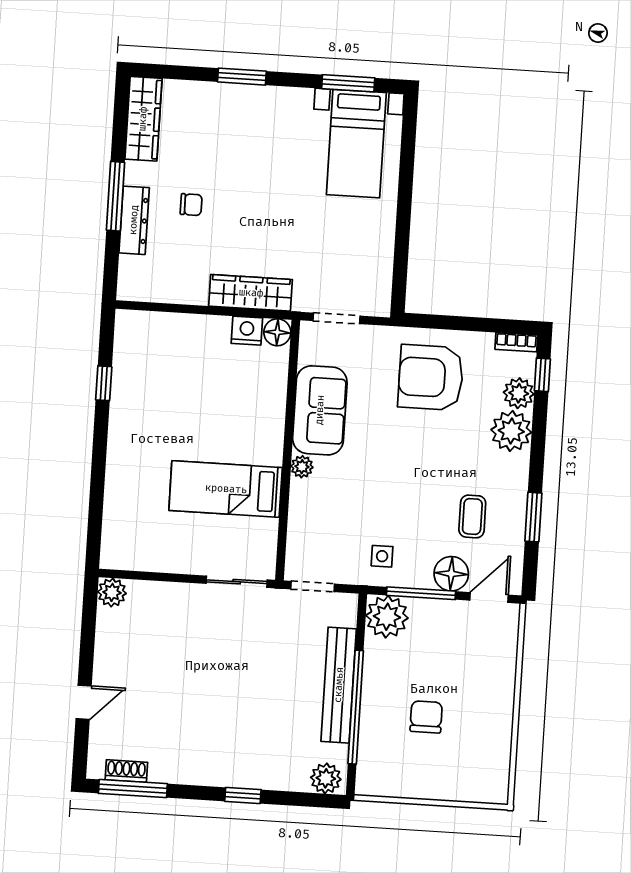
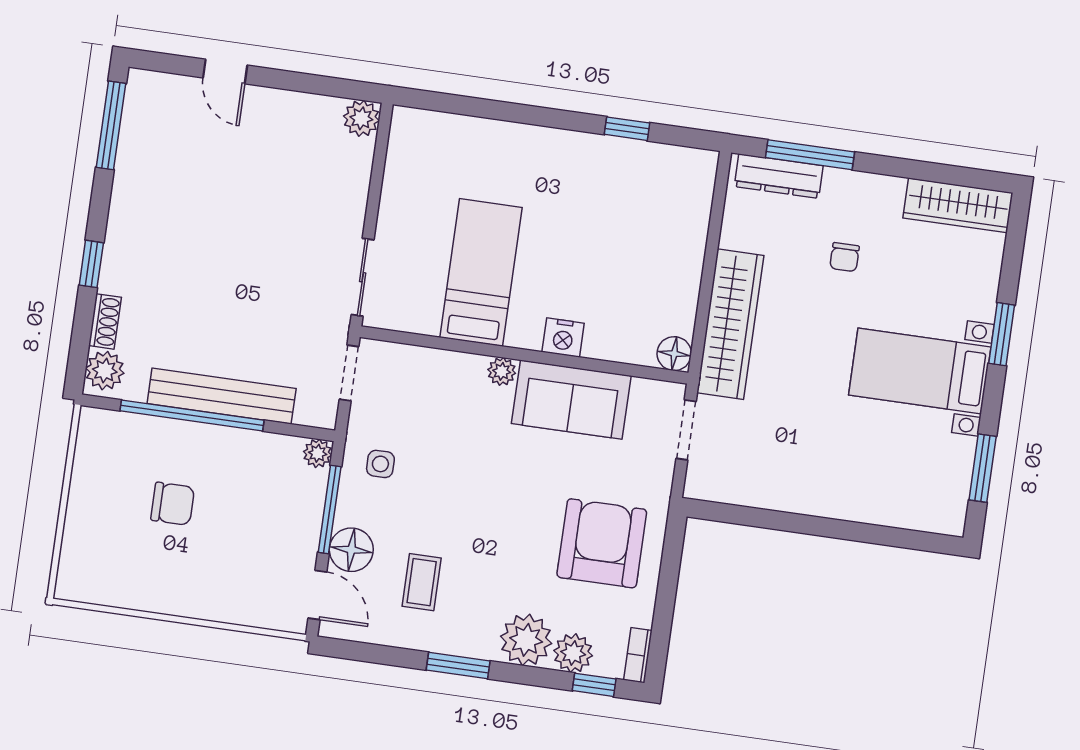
bed with nightstands: (356, 144) -> (920, 371), moved
window: (115, 196) -> (810, 155), moved
dresser: (134, 220) -> (779, 176), moved
wardrobe: (251, 293) -> (730, 324), width x1.40, depth x1.17
nightstand: (247, 331) -> (563, 338), moved, turned 90
coffee table: (472, 516) -> (422, 582), turned 90
window: (533, 517) -> (458, 665), moved
plant: (387, 617) -> (318, 453), width x0.53, depth x0.53
shoe rack: (126, 771) -> (105, 321), moved

